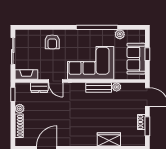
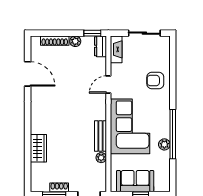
plant: (120, 34) -> (164, 144), moved
dresser: (39, 88) -> (100, 46), moved

